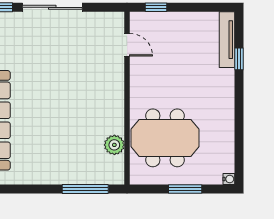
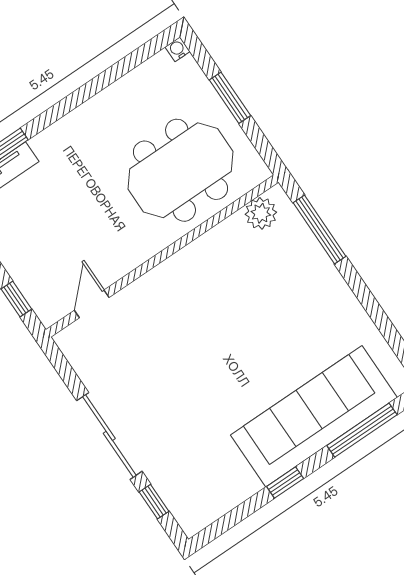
meeting table: (165, 138) -> (181, 170), turned 90
plant: (114, 145) -> (261, 213), moved

